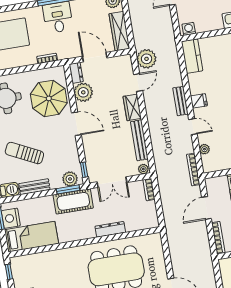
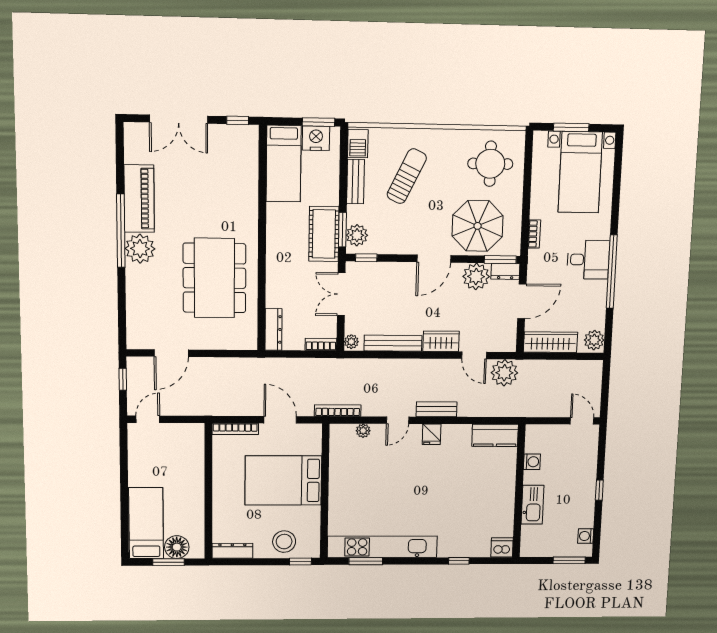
washing machine: (189, 29) -> (532, 462), moved
window: (69, 78) -> (500, 260), added
dresser: (110, 229) -> (273, 329), moved

